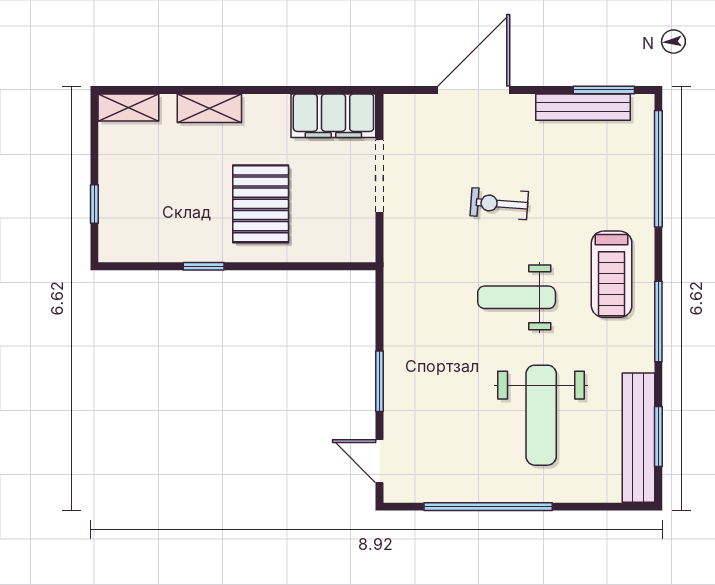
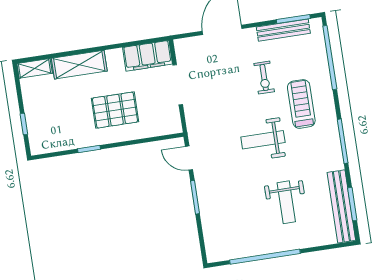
shelving: (209, 108) -> (79, 65), width x1.50, depth x1.33
pallet: (261, 204) -> (115, 110), turned 90
exercise bike: (499, 204) -> (264, 78), moved, turned -94
treadmill: (612, 274) -> (301, 104), moved, turned 180
weight bench: (541, 415) -> (286, 202), width x0.73, depth x0.75
door: (380, 461) -> (189, 158), moved

